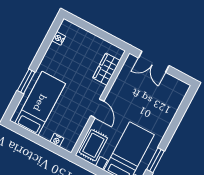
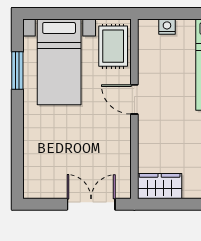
wardrobe: (106, 69) -> (160, 186), moved, turned -90

